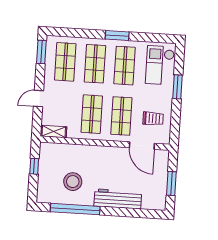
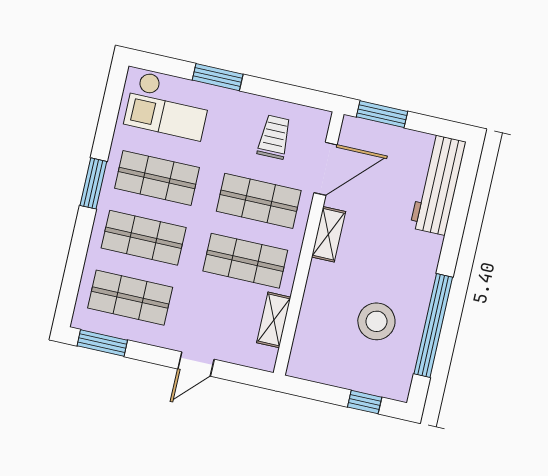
door: (38, 98) -> (196, 364), hinge flipped
shelving: (54, 132) -> (274, 320), moved
shelving: (111, 152) -> (328, 234), added
window: (34, 166) -> (365, 402), moved
window: (171, 184) -> (382, 114), moved
workbench: (118, 199) -> (438, 185), moved

